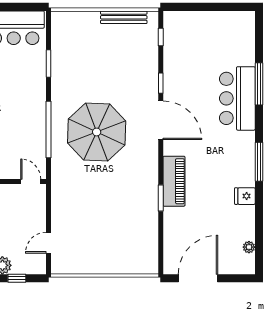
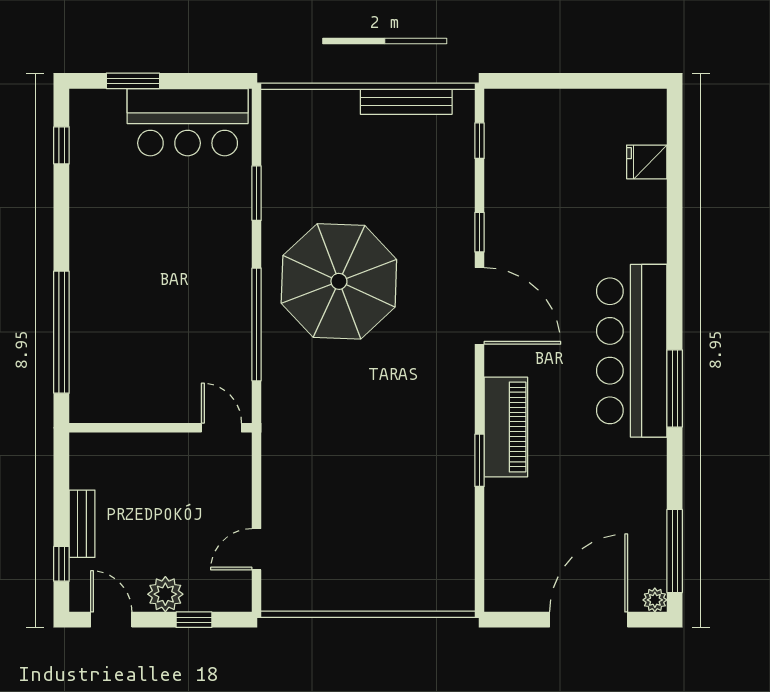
window: (259, 84) -> (675, 551), moved
bar counter: (237, 98) -> (632, 351), moved, width x1.36
parasol: (97, 132) -> (339, 281), moved
fridge: (245, 196) -> (647, 162), moved
plant: (249, 247) -> (655, 600), moved
door: (198, 278) -> (589, 620), moved

